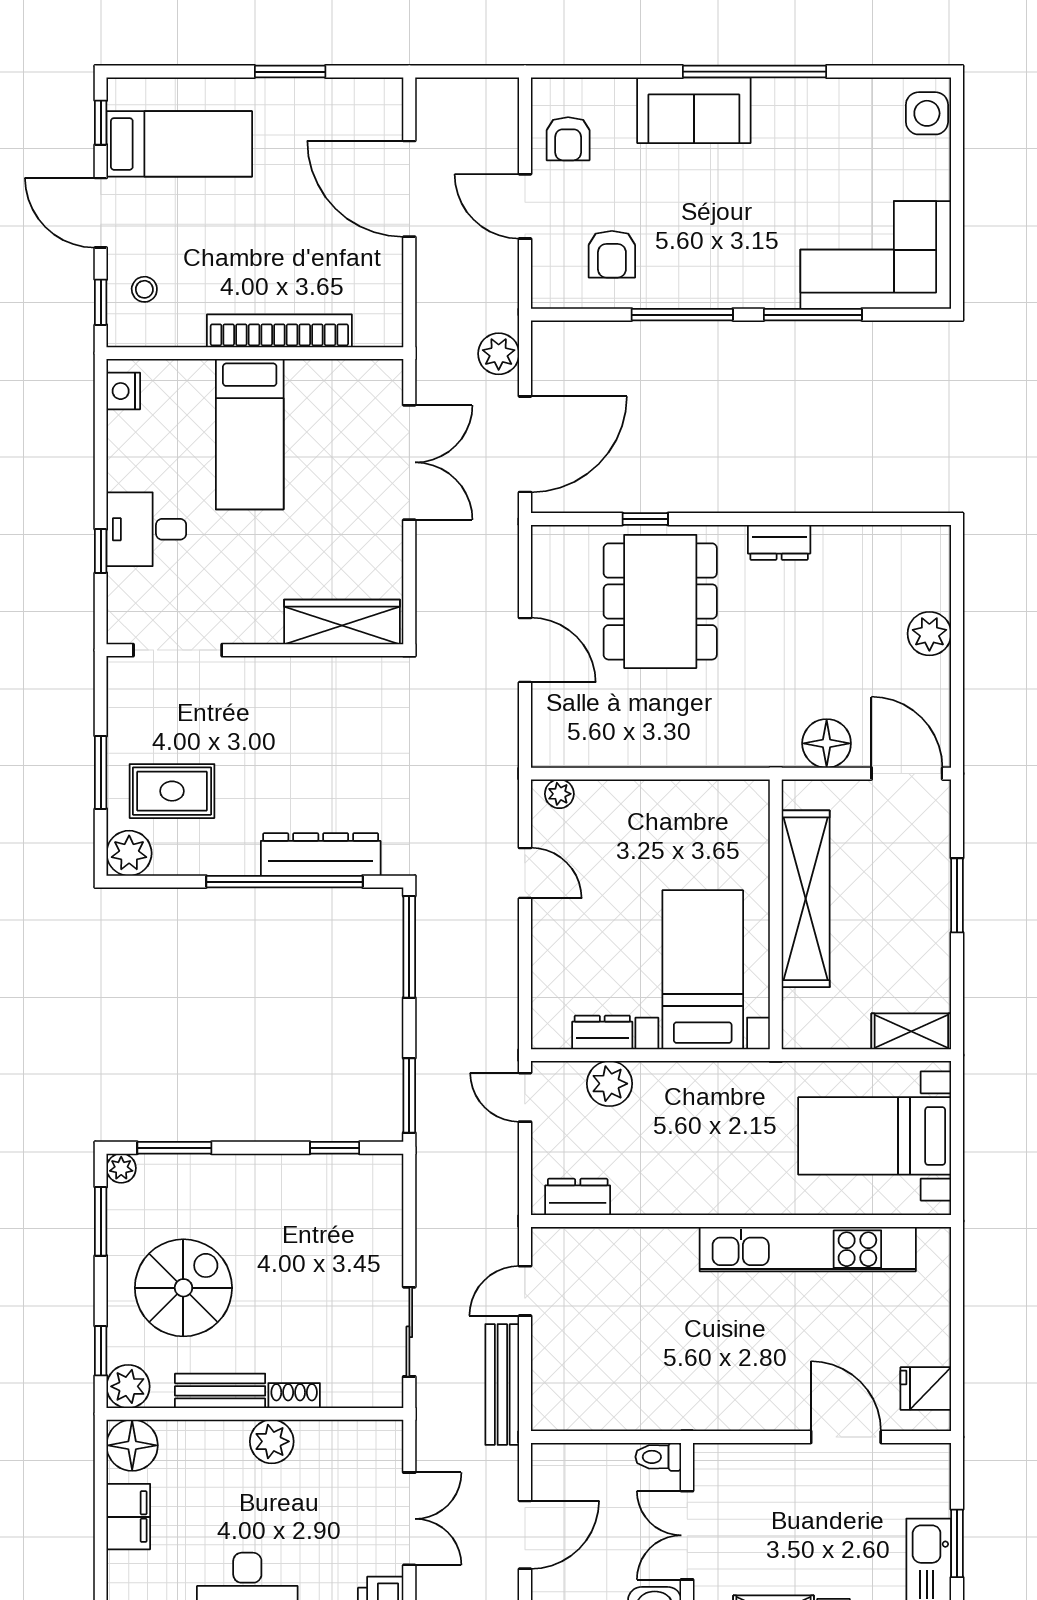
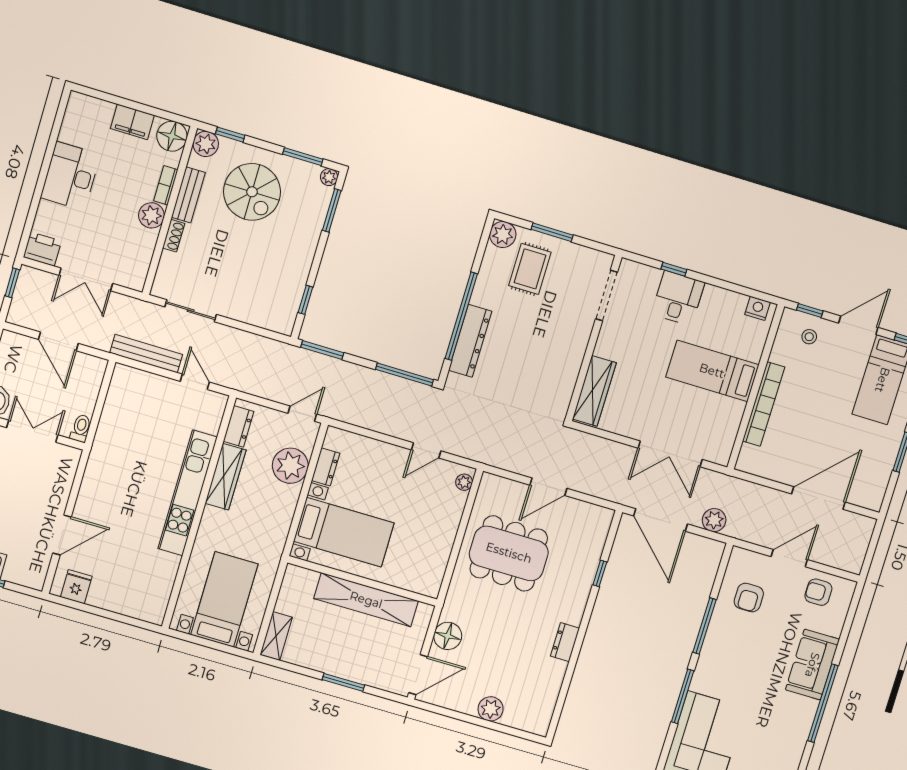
armchair: (612, 254) -> (749, 598), turned -90
dining table: (660, 601) -> (509, 553), moved
plant: (609, 1084) -> (290, 466), width x1.36, depth x1.36
wardrobe: (668, 1194) -> (226, 477), added
kitchen unit: (808, 1249) -> (188, 493), moved
bookcase: (215, 1432) -> (166, 185), added

